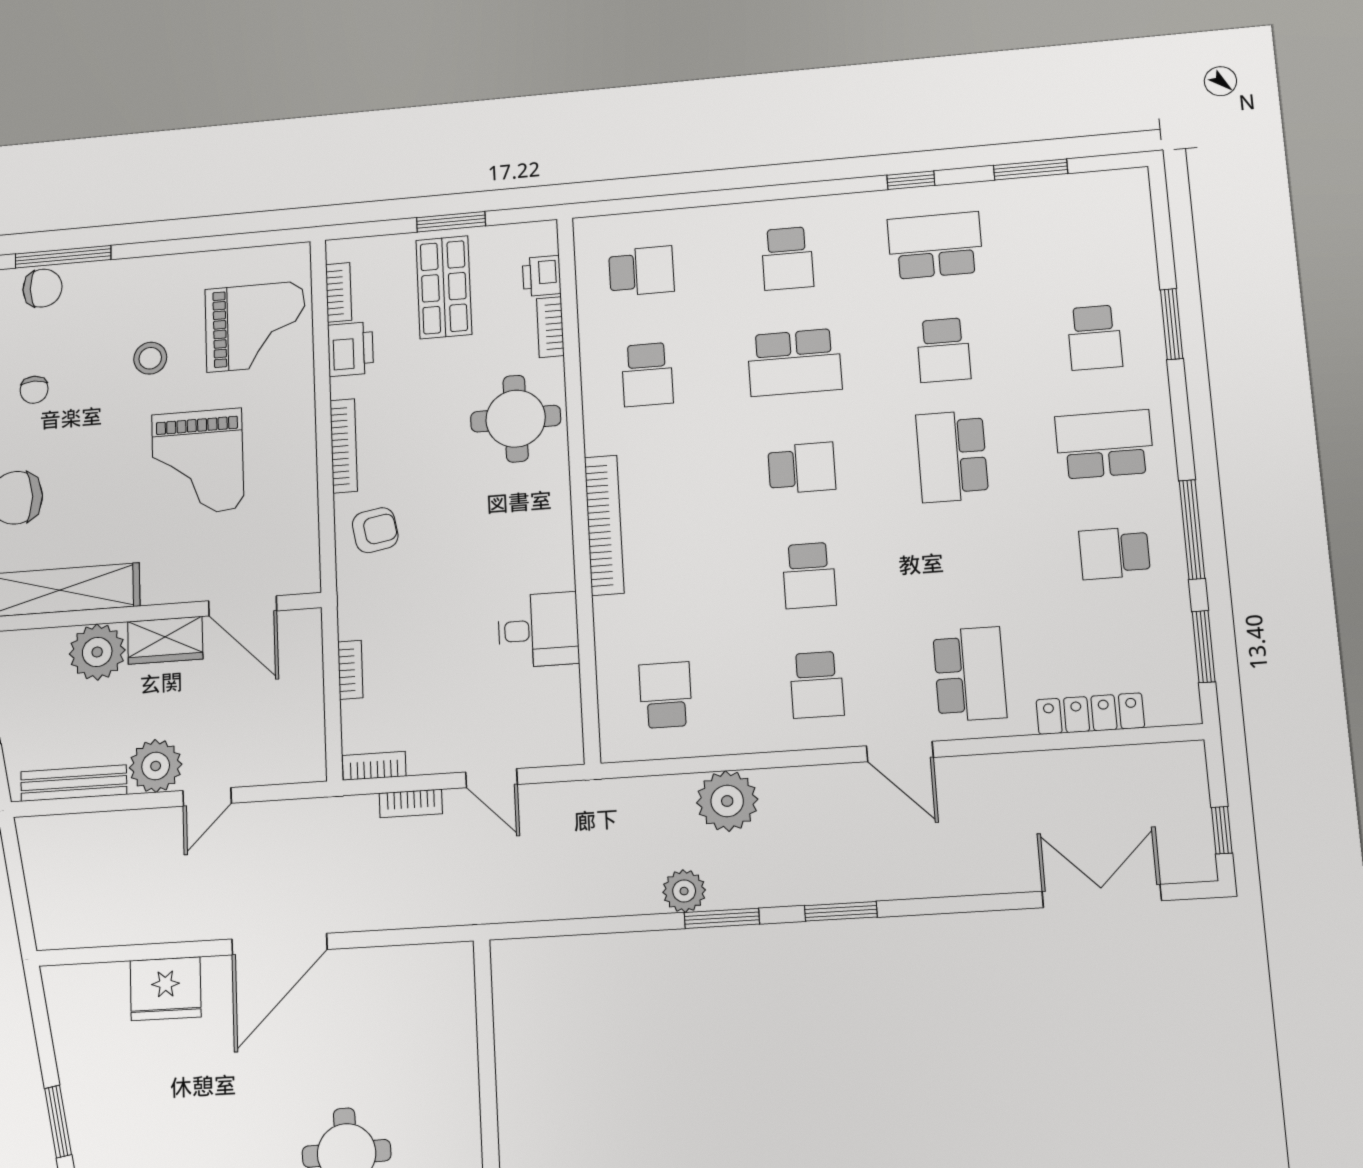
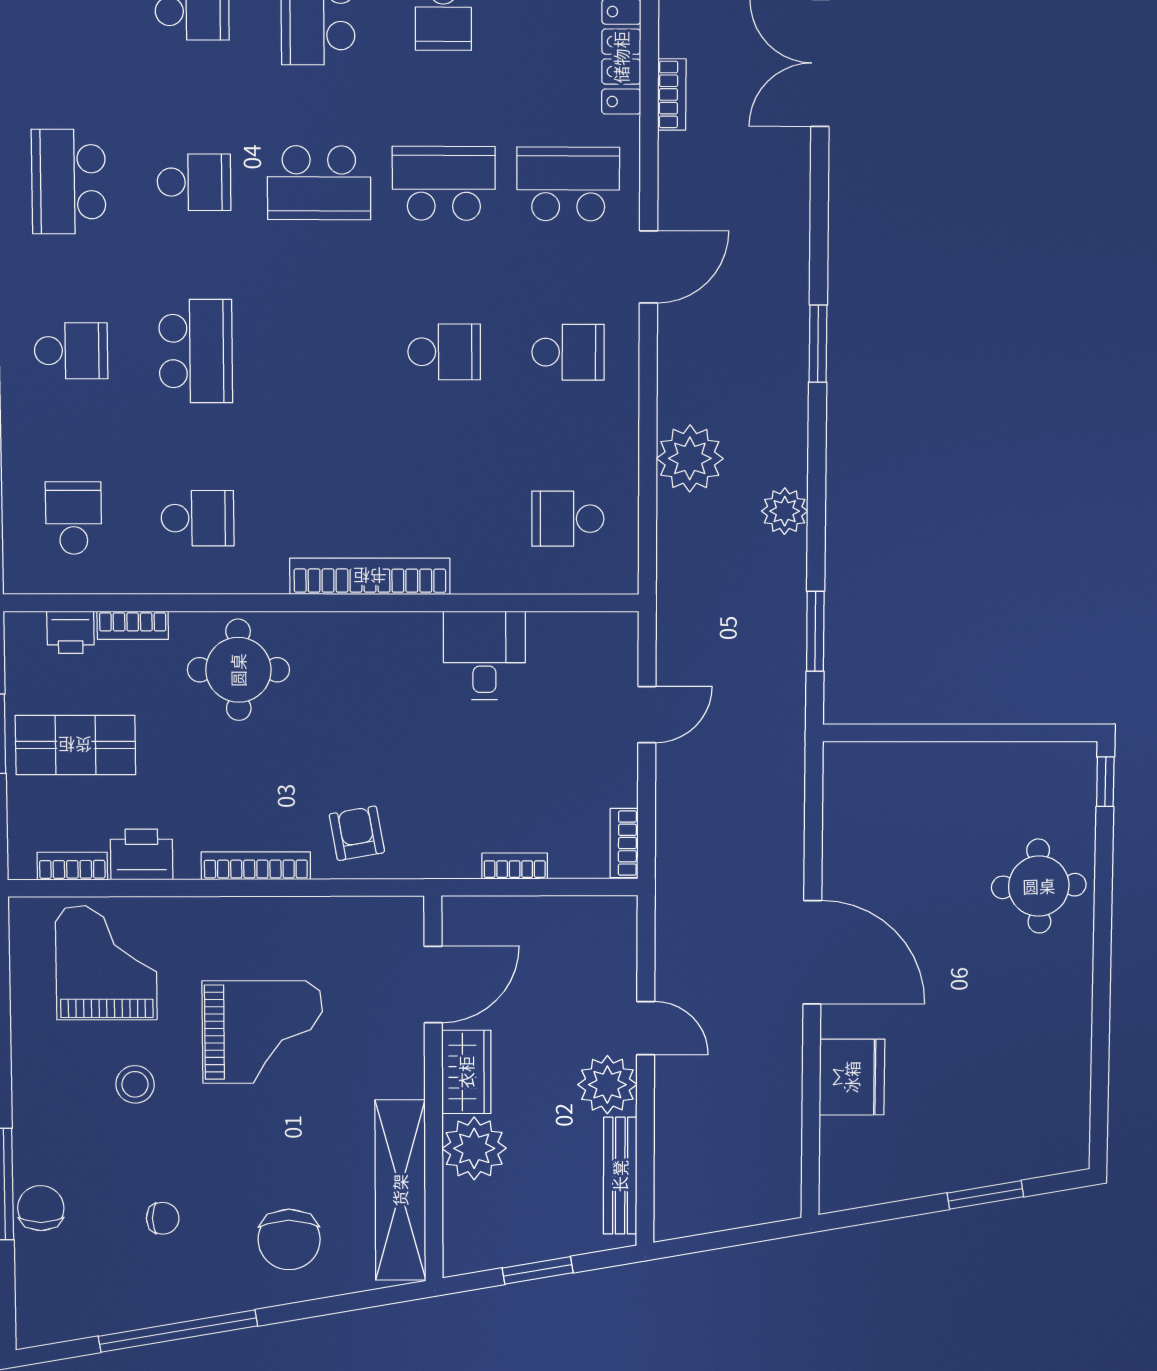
school desk: (802, 468) -> (444, 183), moved, width x1.85
bookcase: (411, 804) -> (672, 94), moved
window: (722, 918) -> (815, 631), moved

